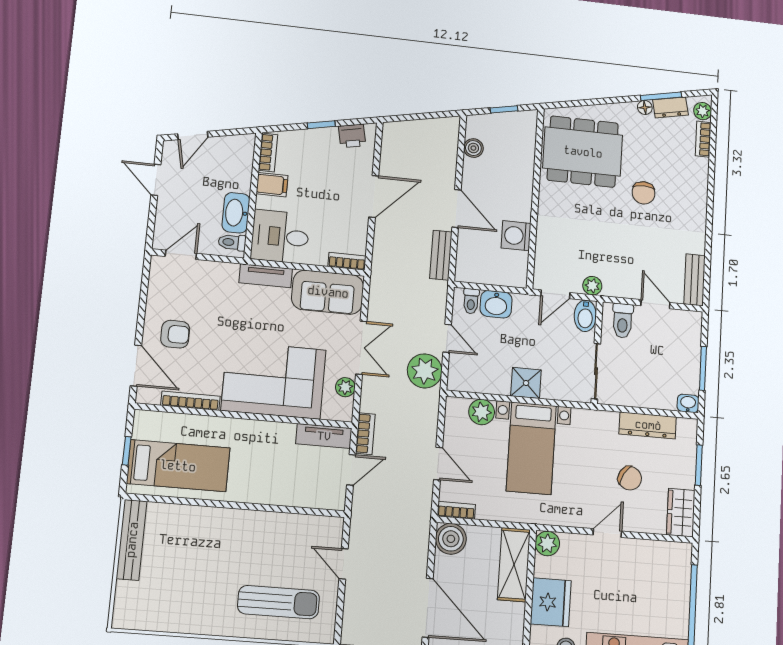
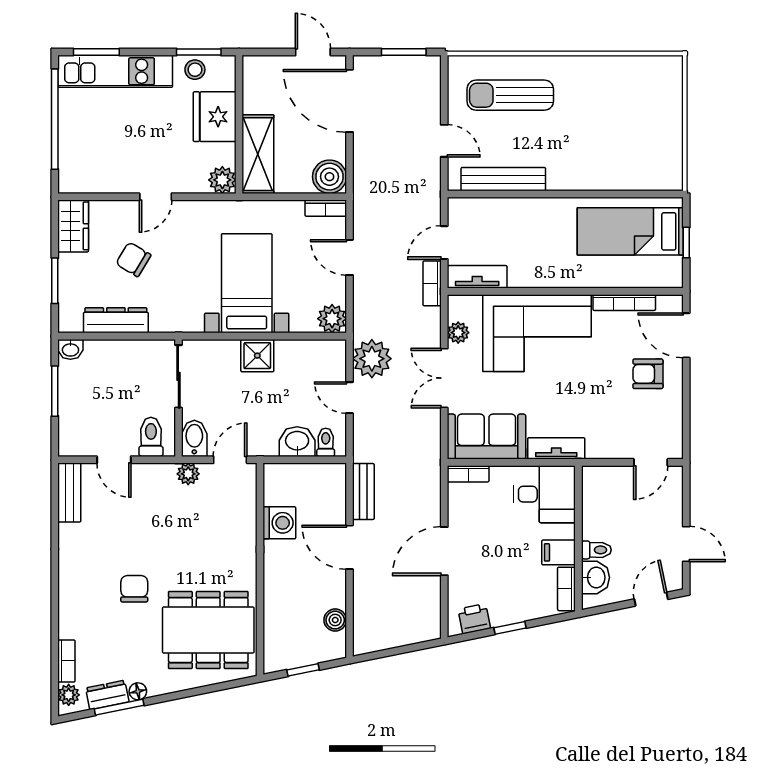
washbasin: (236, 213) -> (595, 577), moved, width x0.72
toilet: (232, 242) -> (596, 550), moved
plant: (482, 412) -> (332, 319), moved
bench: (132, 540) -> (503, 179), moved, turned 90

